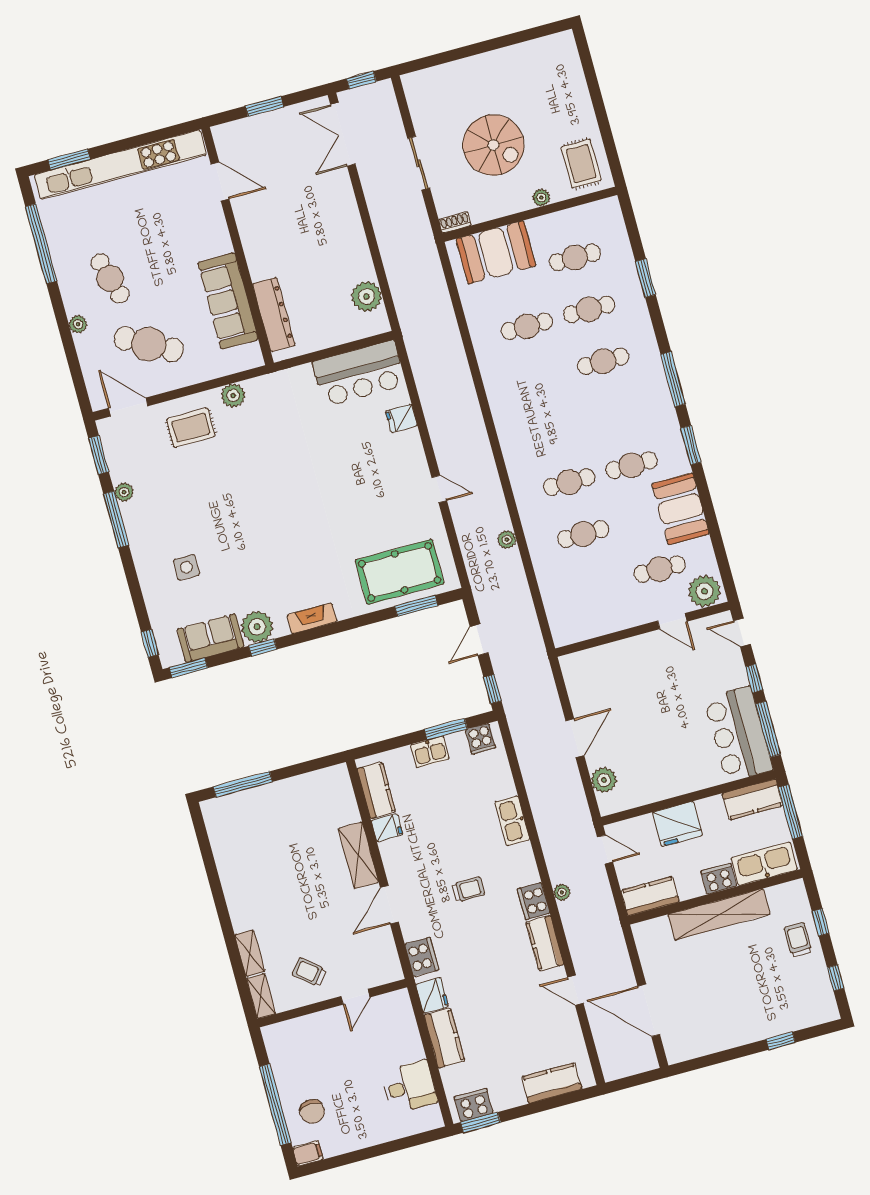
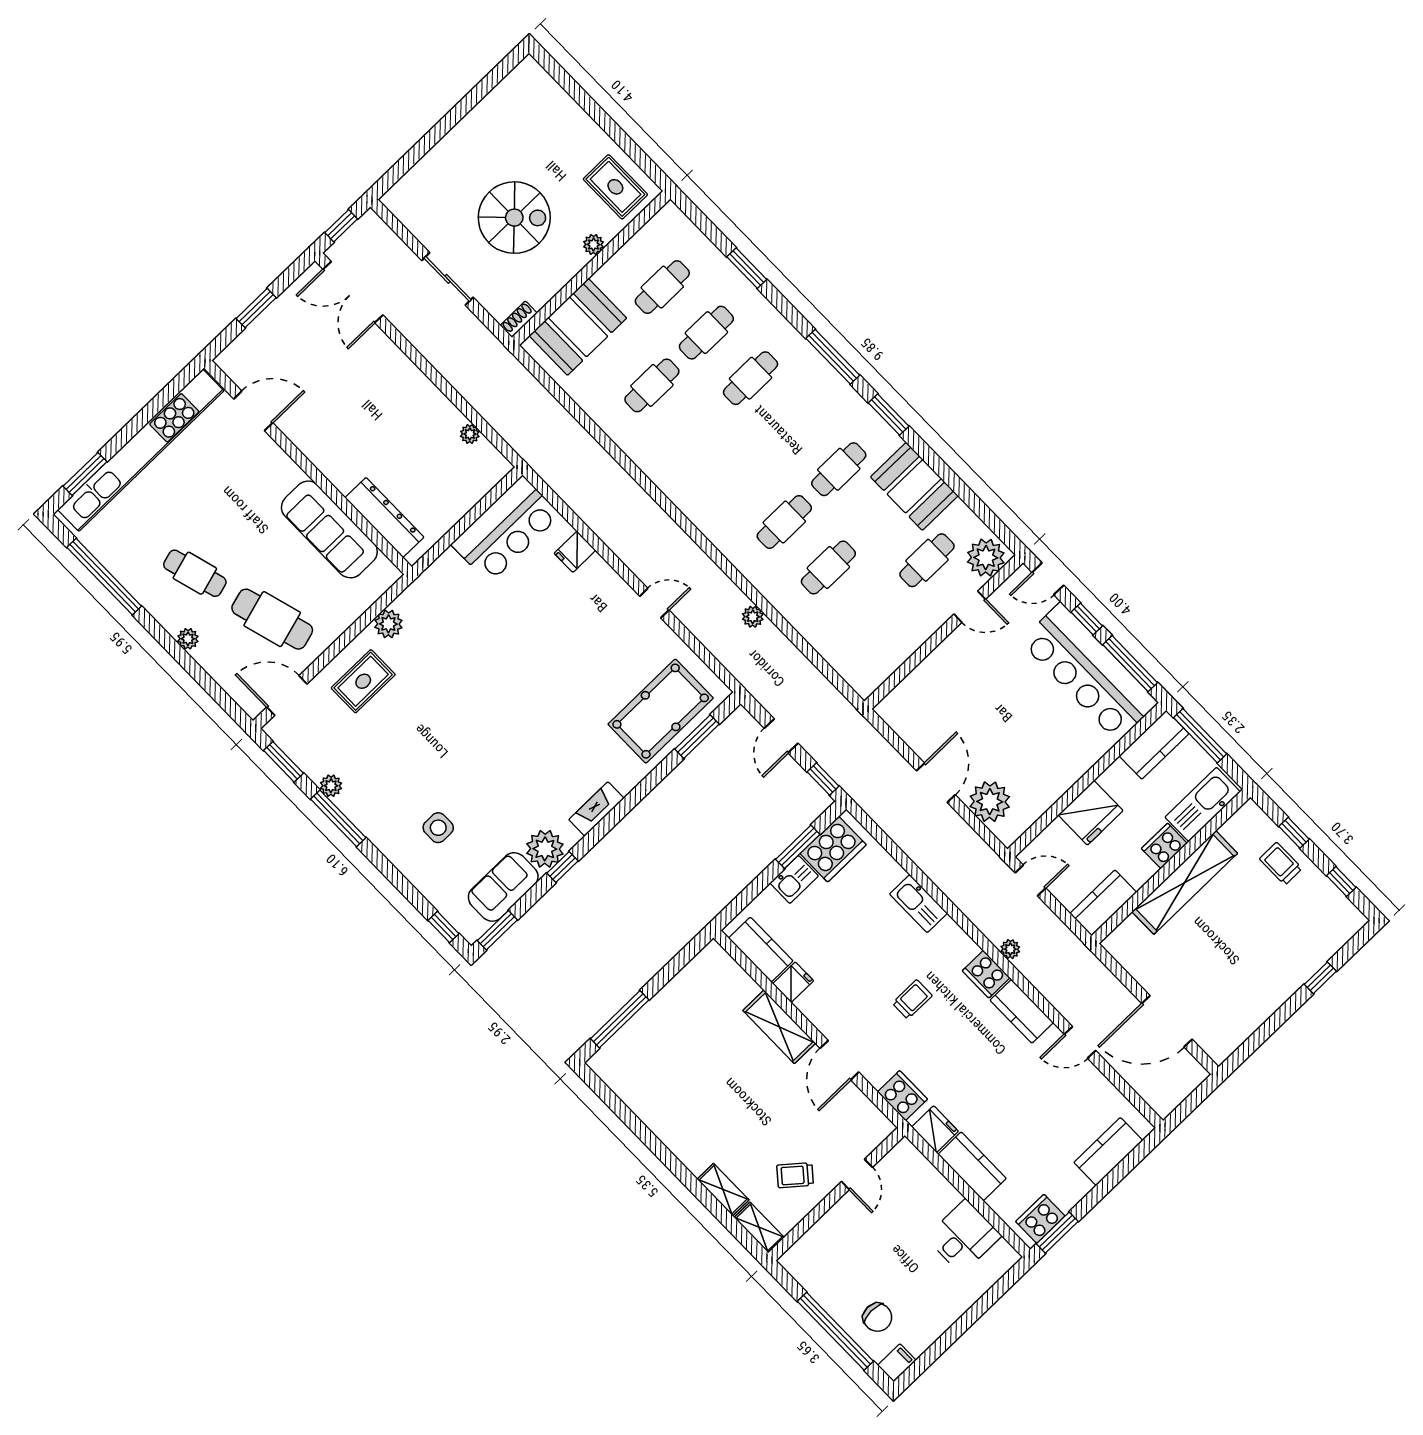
plant: (366, 296) -> (470, 434), width x0.53, depth x0.53
cafe table: (149, 344) -> (272, 619), turned 45
bar counter: (738, 734) -> (1089, 672), width x1.36
cooker: (481, 739) -> (833, 849), width x1.87, depth x1.31
plant: (604, 780) -> (990, 802), width x1.36, depth x1.36

